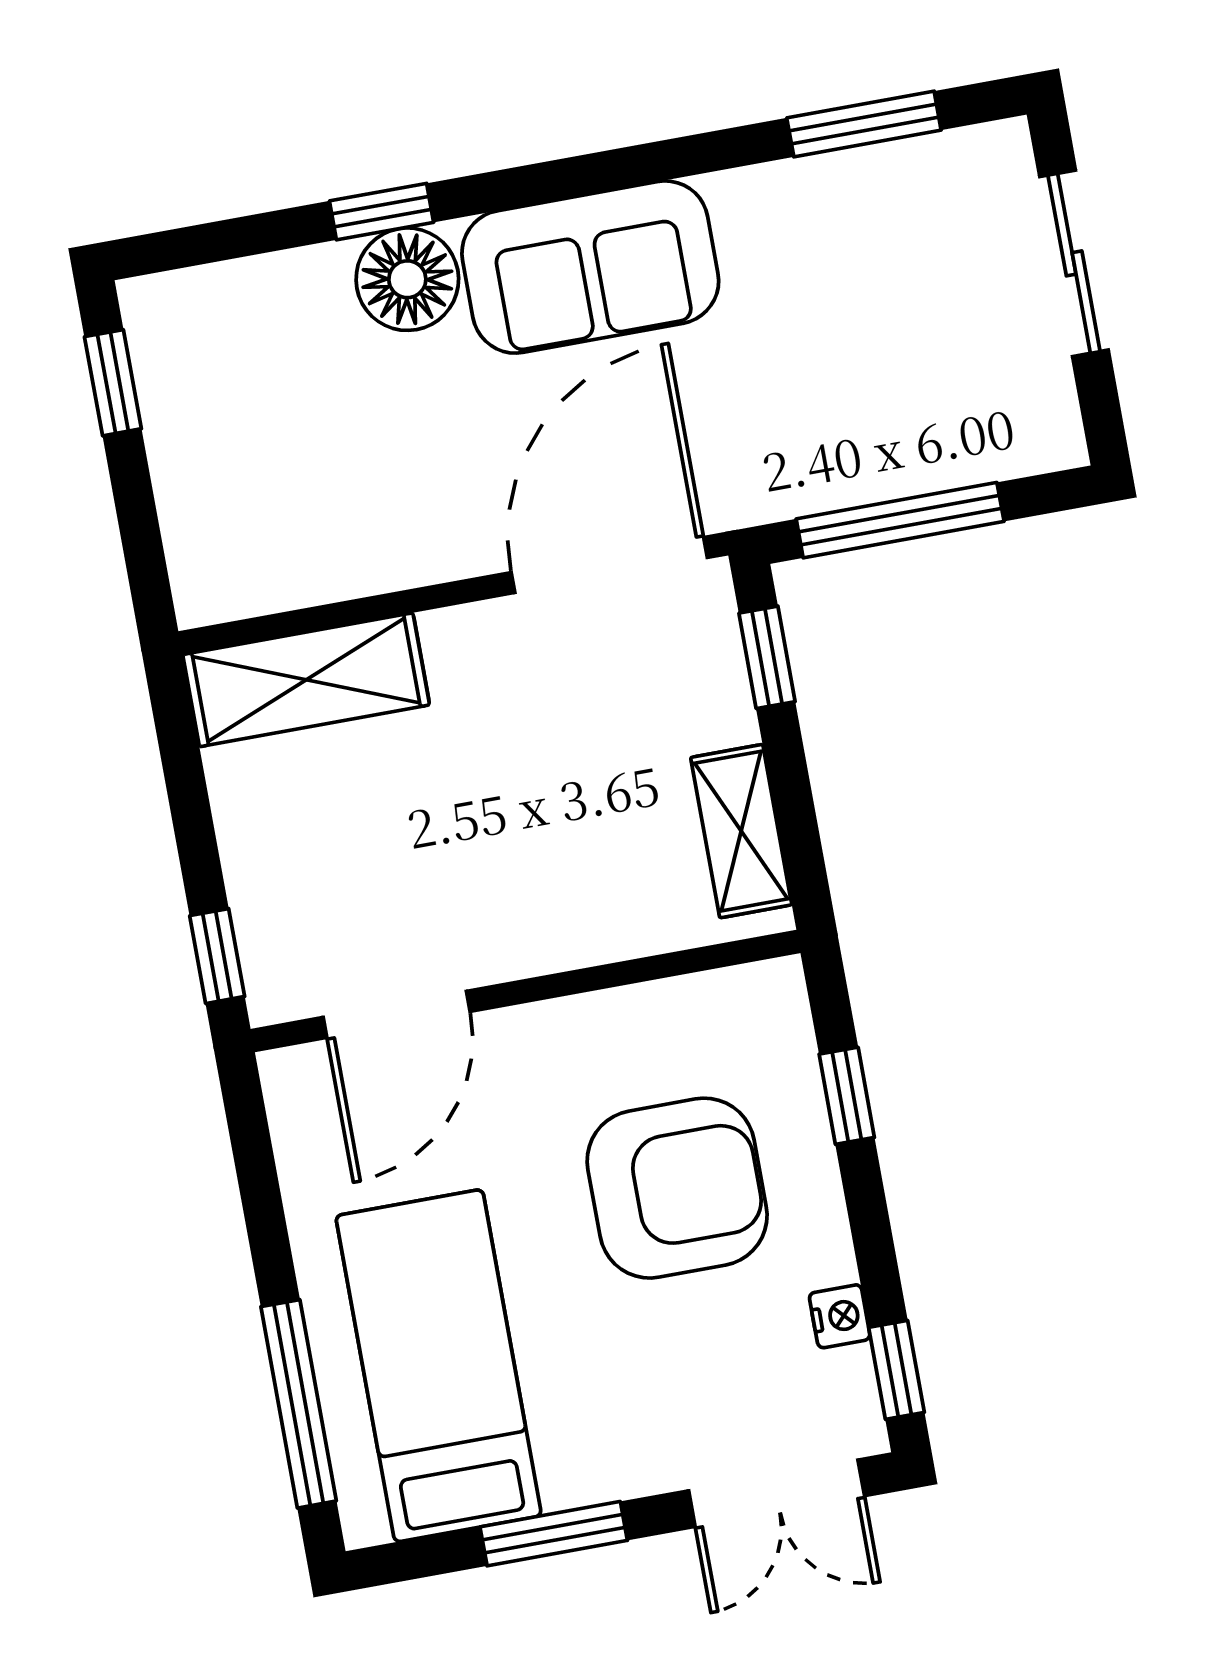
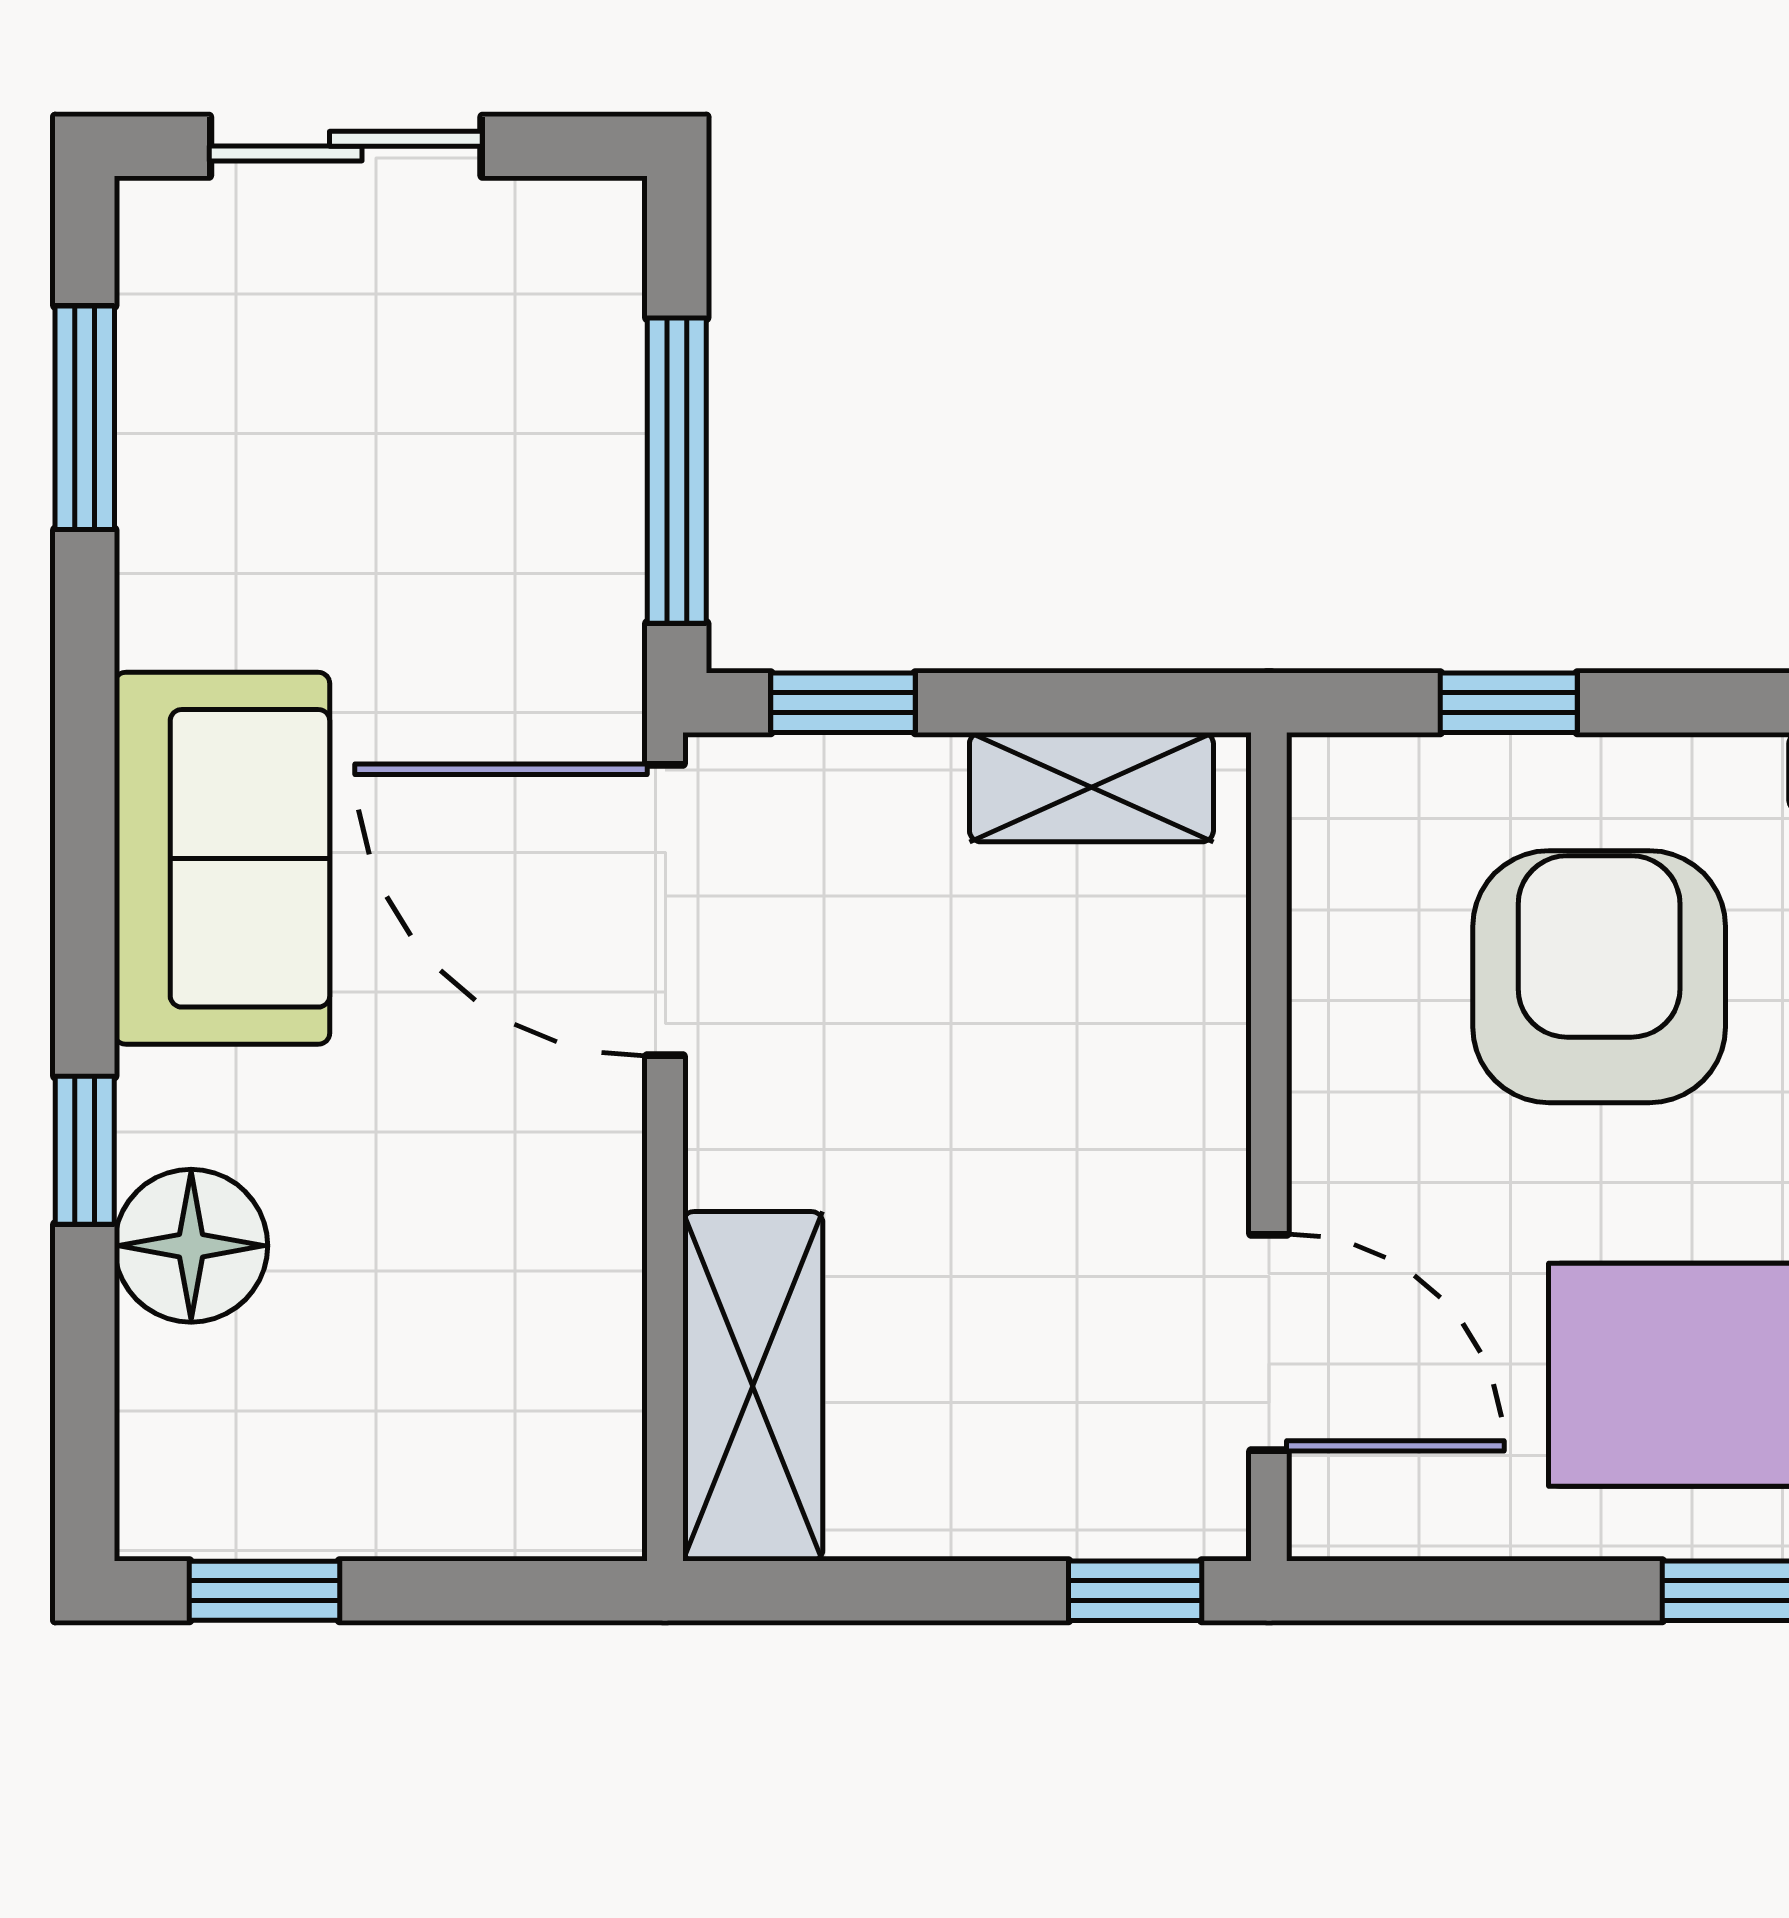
floor lamp: (407, 279) -> (191, 1246), moved

